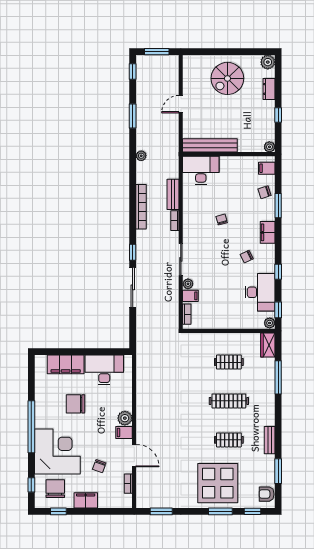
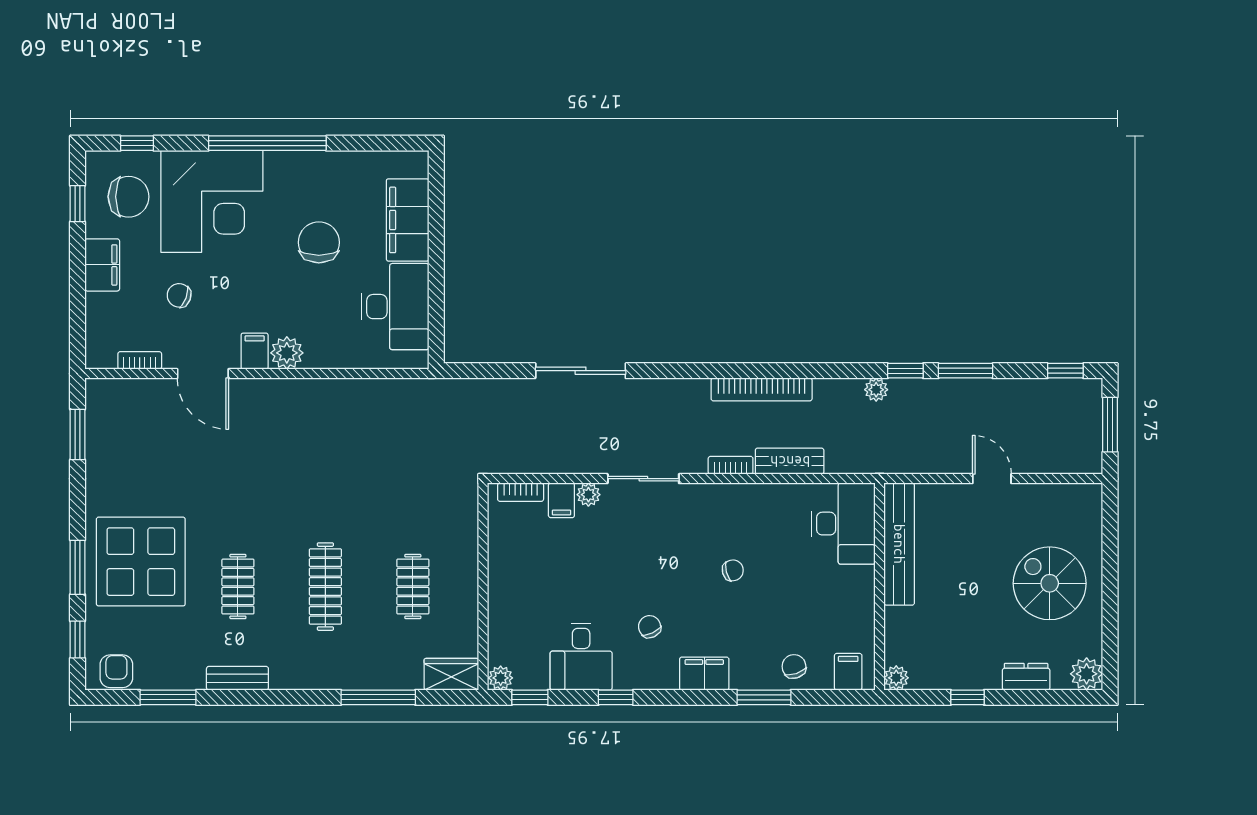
window: (133, 252) -> (905, 371), moved
desk: (260, 292) -> (581, 657), width x0.73
door: (134, 456) -> (203, 374), hinge flipped

